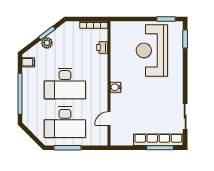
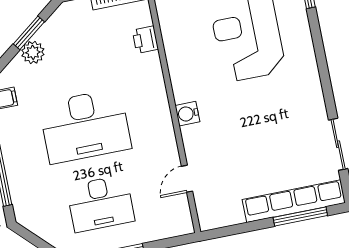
desk: (65, 122) -> (100, 203), width x0.73, depth x0.77

